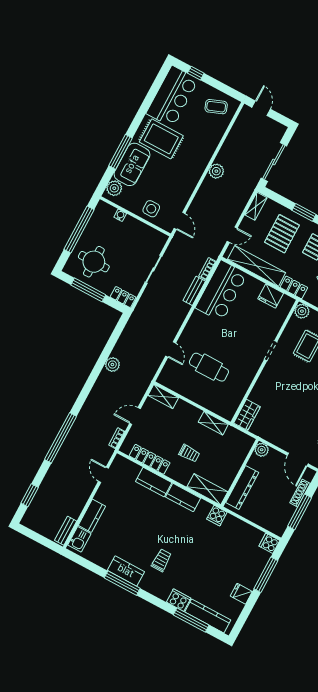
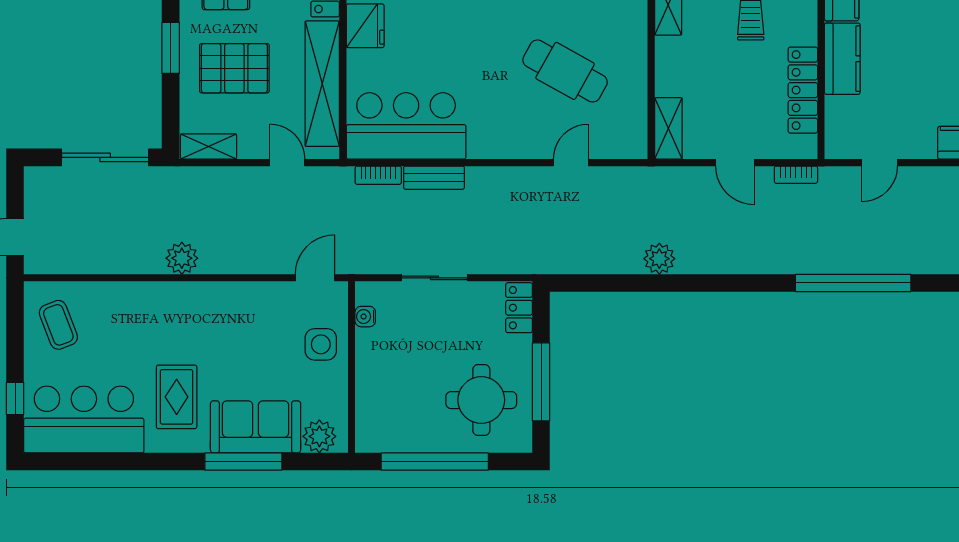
rug: (161, 139) -> (177, 397), width x0.73, depth x0.70
water cooler: (120, 215) -> (365, 317), moved
cafe table: (209, 367) -> (565, 71), turned -61

